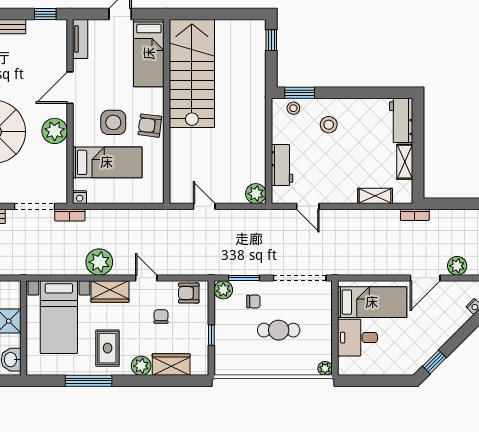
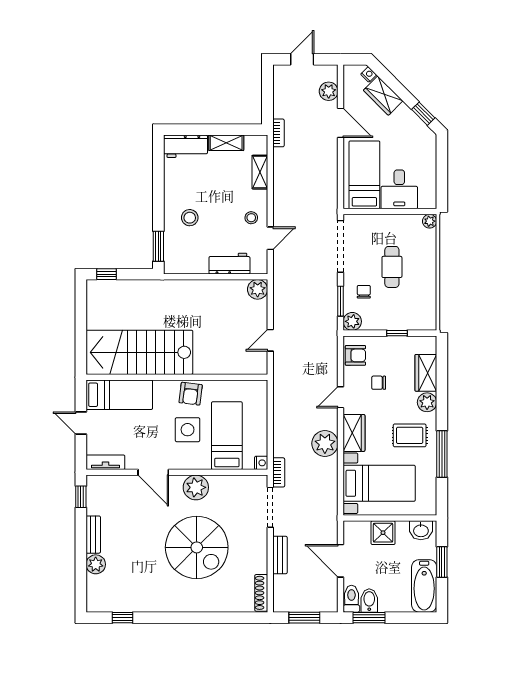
stool: (293, 108) -> (251, 218), moved
armchair: (189, 293) -> (355, 355), turned -90
wardrobe: (453, 321) -> (383, 96), added

